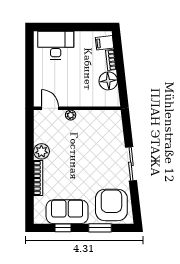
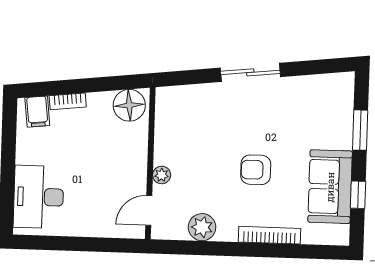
floor lamp: (108, 81) -> (129, 105), moved
plant: (41, 151) -> (202, 227), moved
armchair: (111, 205) -> (256, 170), moved, width x0.53, depth x0.53

